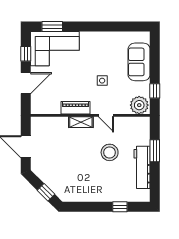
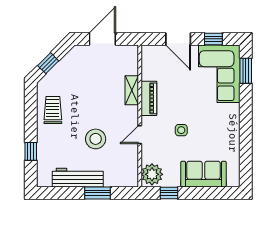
shelving: (81, 122) -> (132, 90), moved
trolley: (85, 188) -> (53, 110), added

